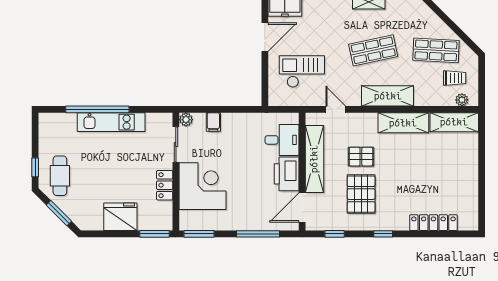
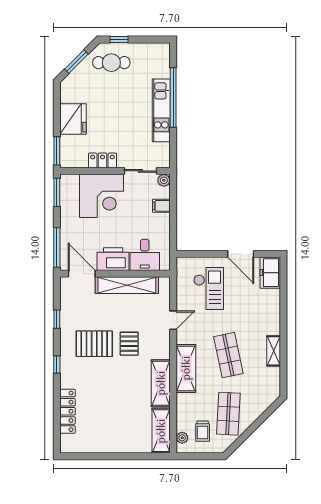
desk: (282, 140) -> (145, 255), moved
shelving: (314, 159) -> (127, 285), moved
wall: (302, 172) -> (115, 274), moved
printer: (287, 174) -> (113, 259), moved
door: (302, 207) -> (82, 274), moved

